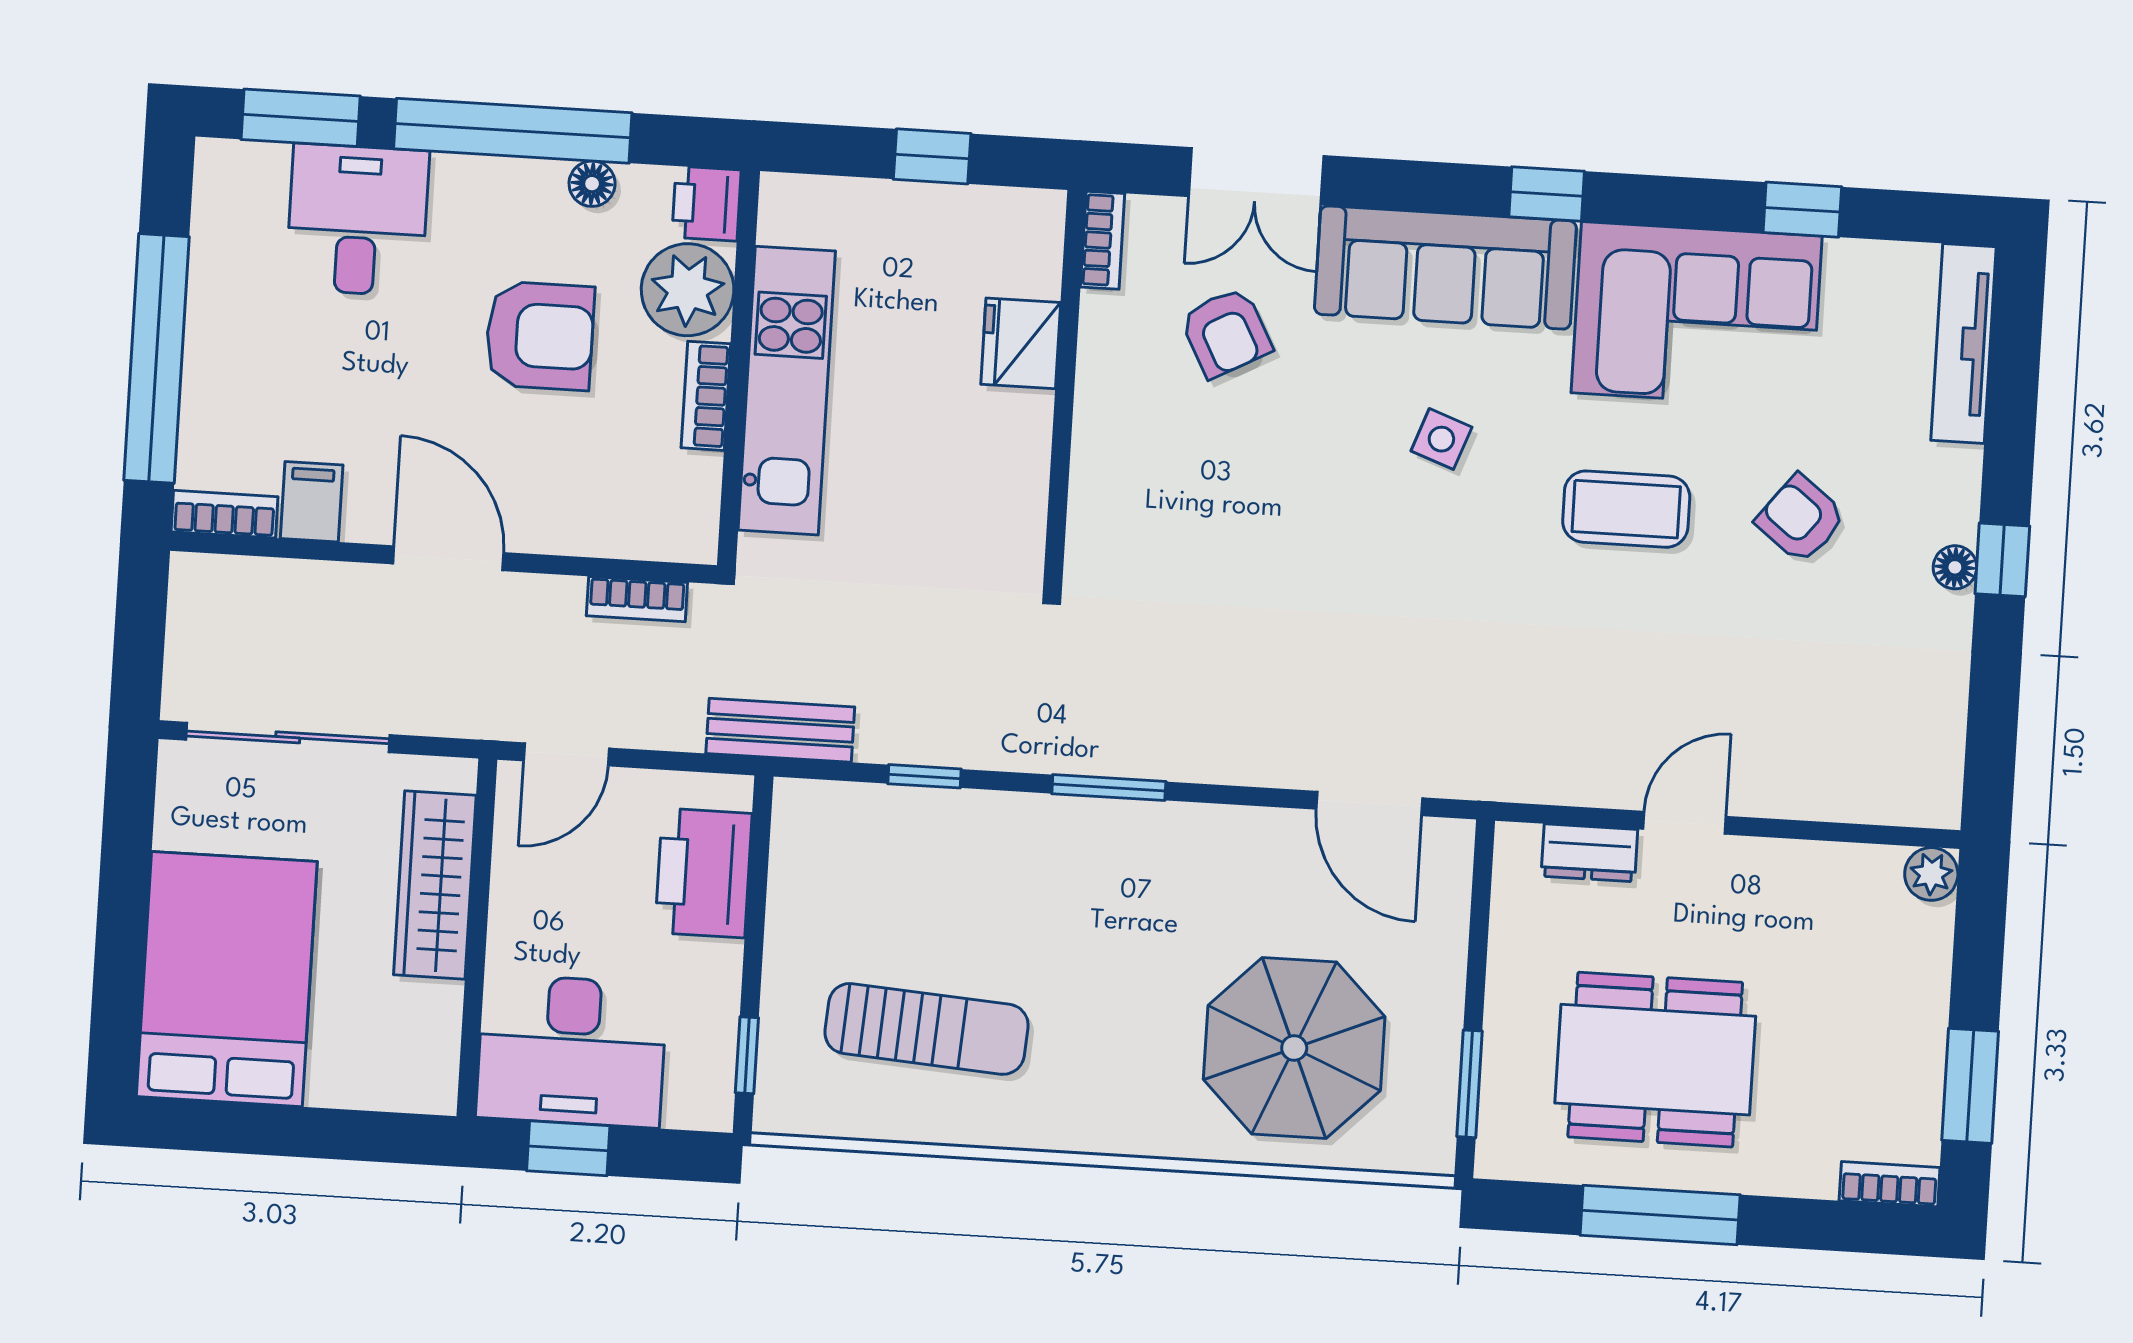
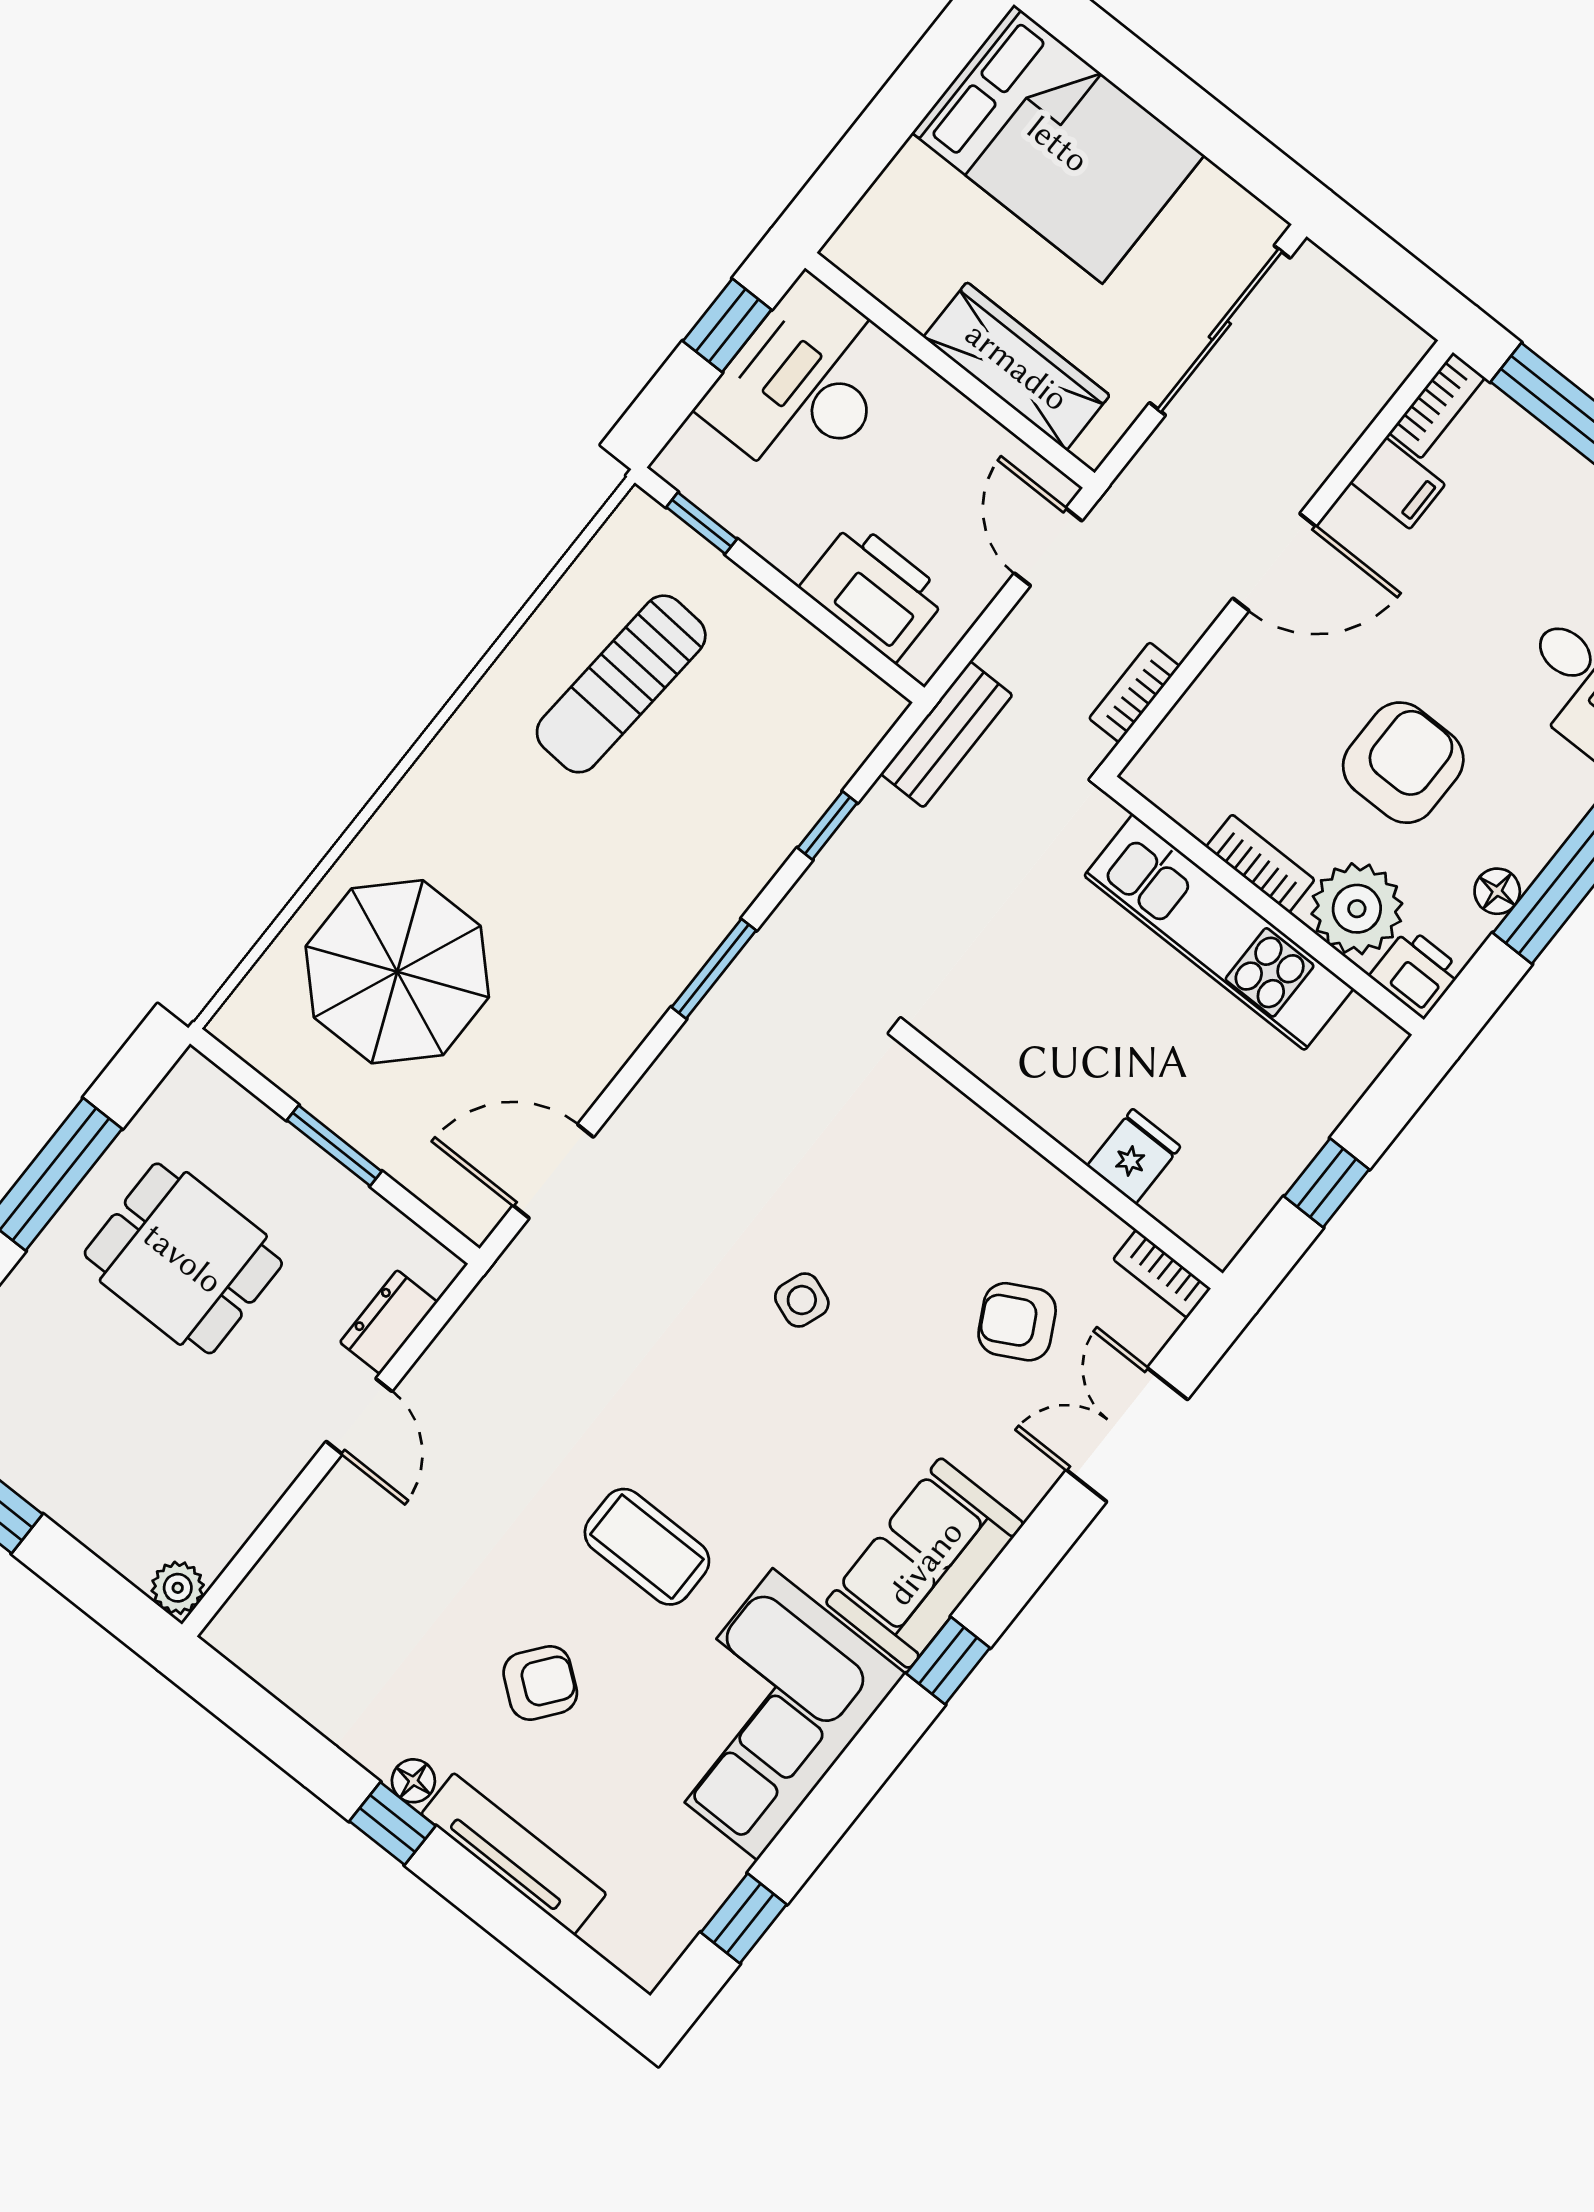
window: (1802, 210) -> (744, 1918), moved
sofa: (1445, 268) -> (925, 1563), width x0.73
armchair: (540, 336) -> (1403, 763), turned 180
fridge: (1021, 343) -> (1134, 1156), width x0.72
tv unit: (1964, 343) -> (514, 1854), moved
side table: (1441, 439) -> (802, 1300), moved
coffee table: (1626, 509) -> (647, 1547), turned 90
dining table: (1655, 1060) -> (183, 1258), width x0.73
window: (1469, 1084) -> (334, 1146), moved

